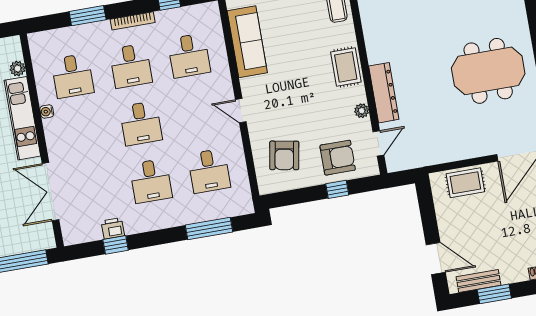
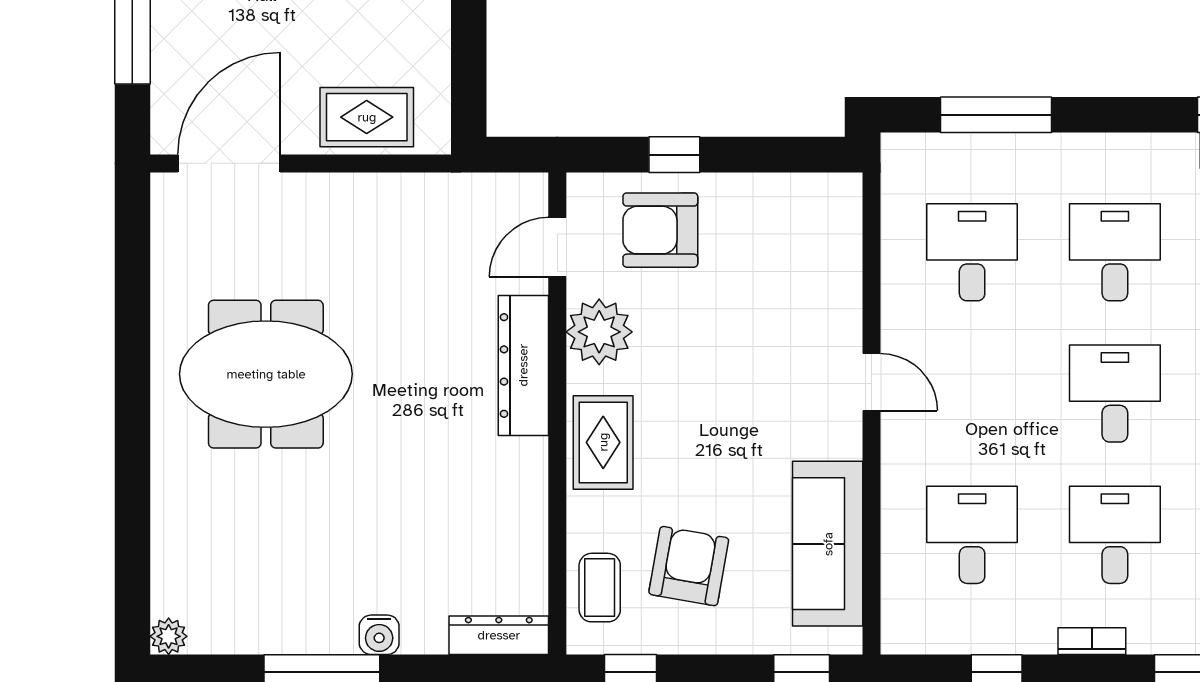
bookcase: (133, 21) -> (1092, 641), width x0.64
plant: (362, 111) -> (599, 332), width x1.87, depth x1.87
armchair: (284, 155) -> (689, 566), moved

